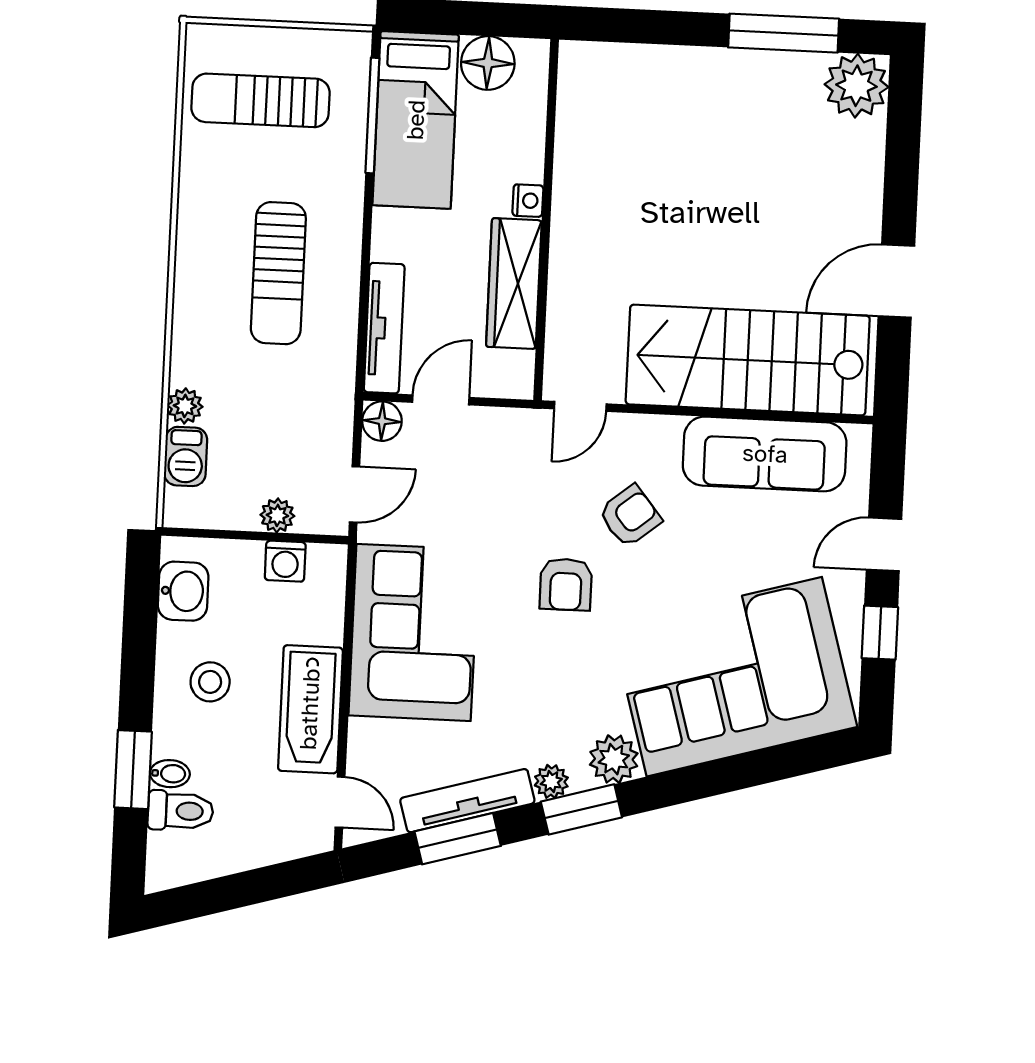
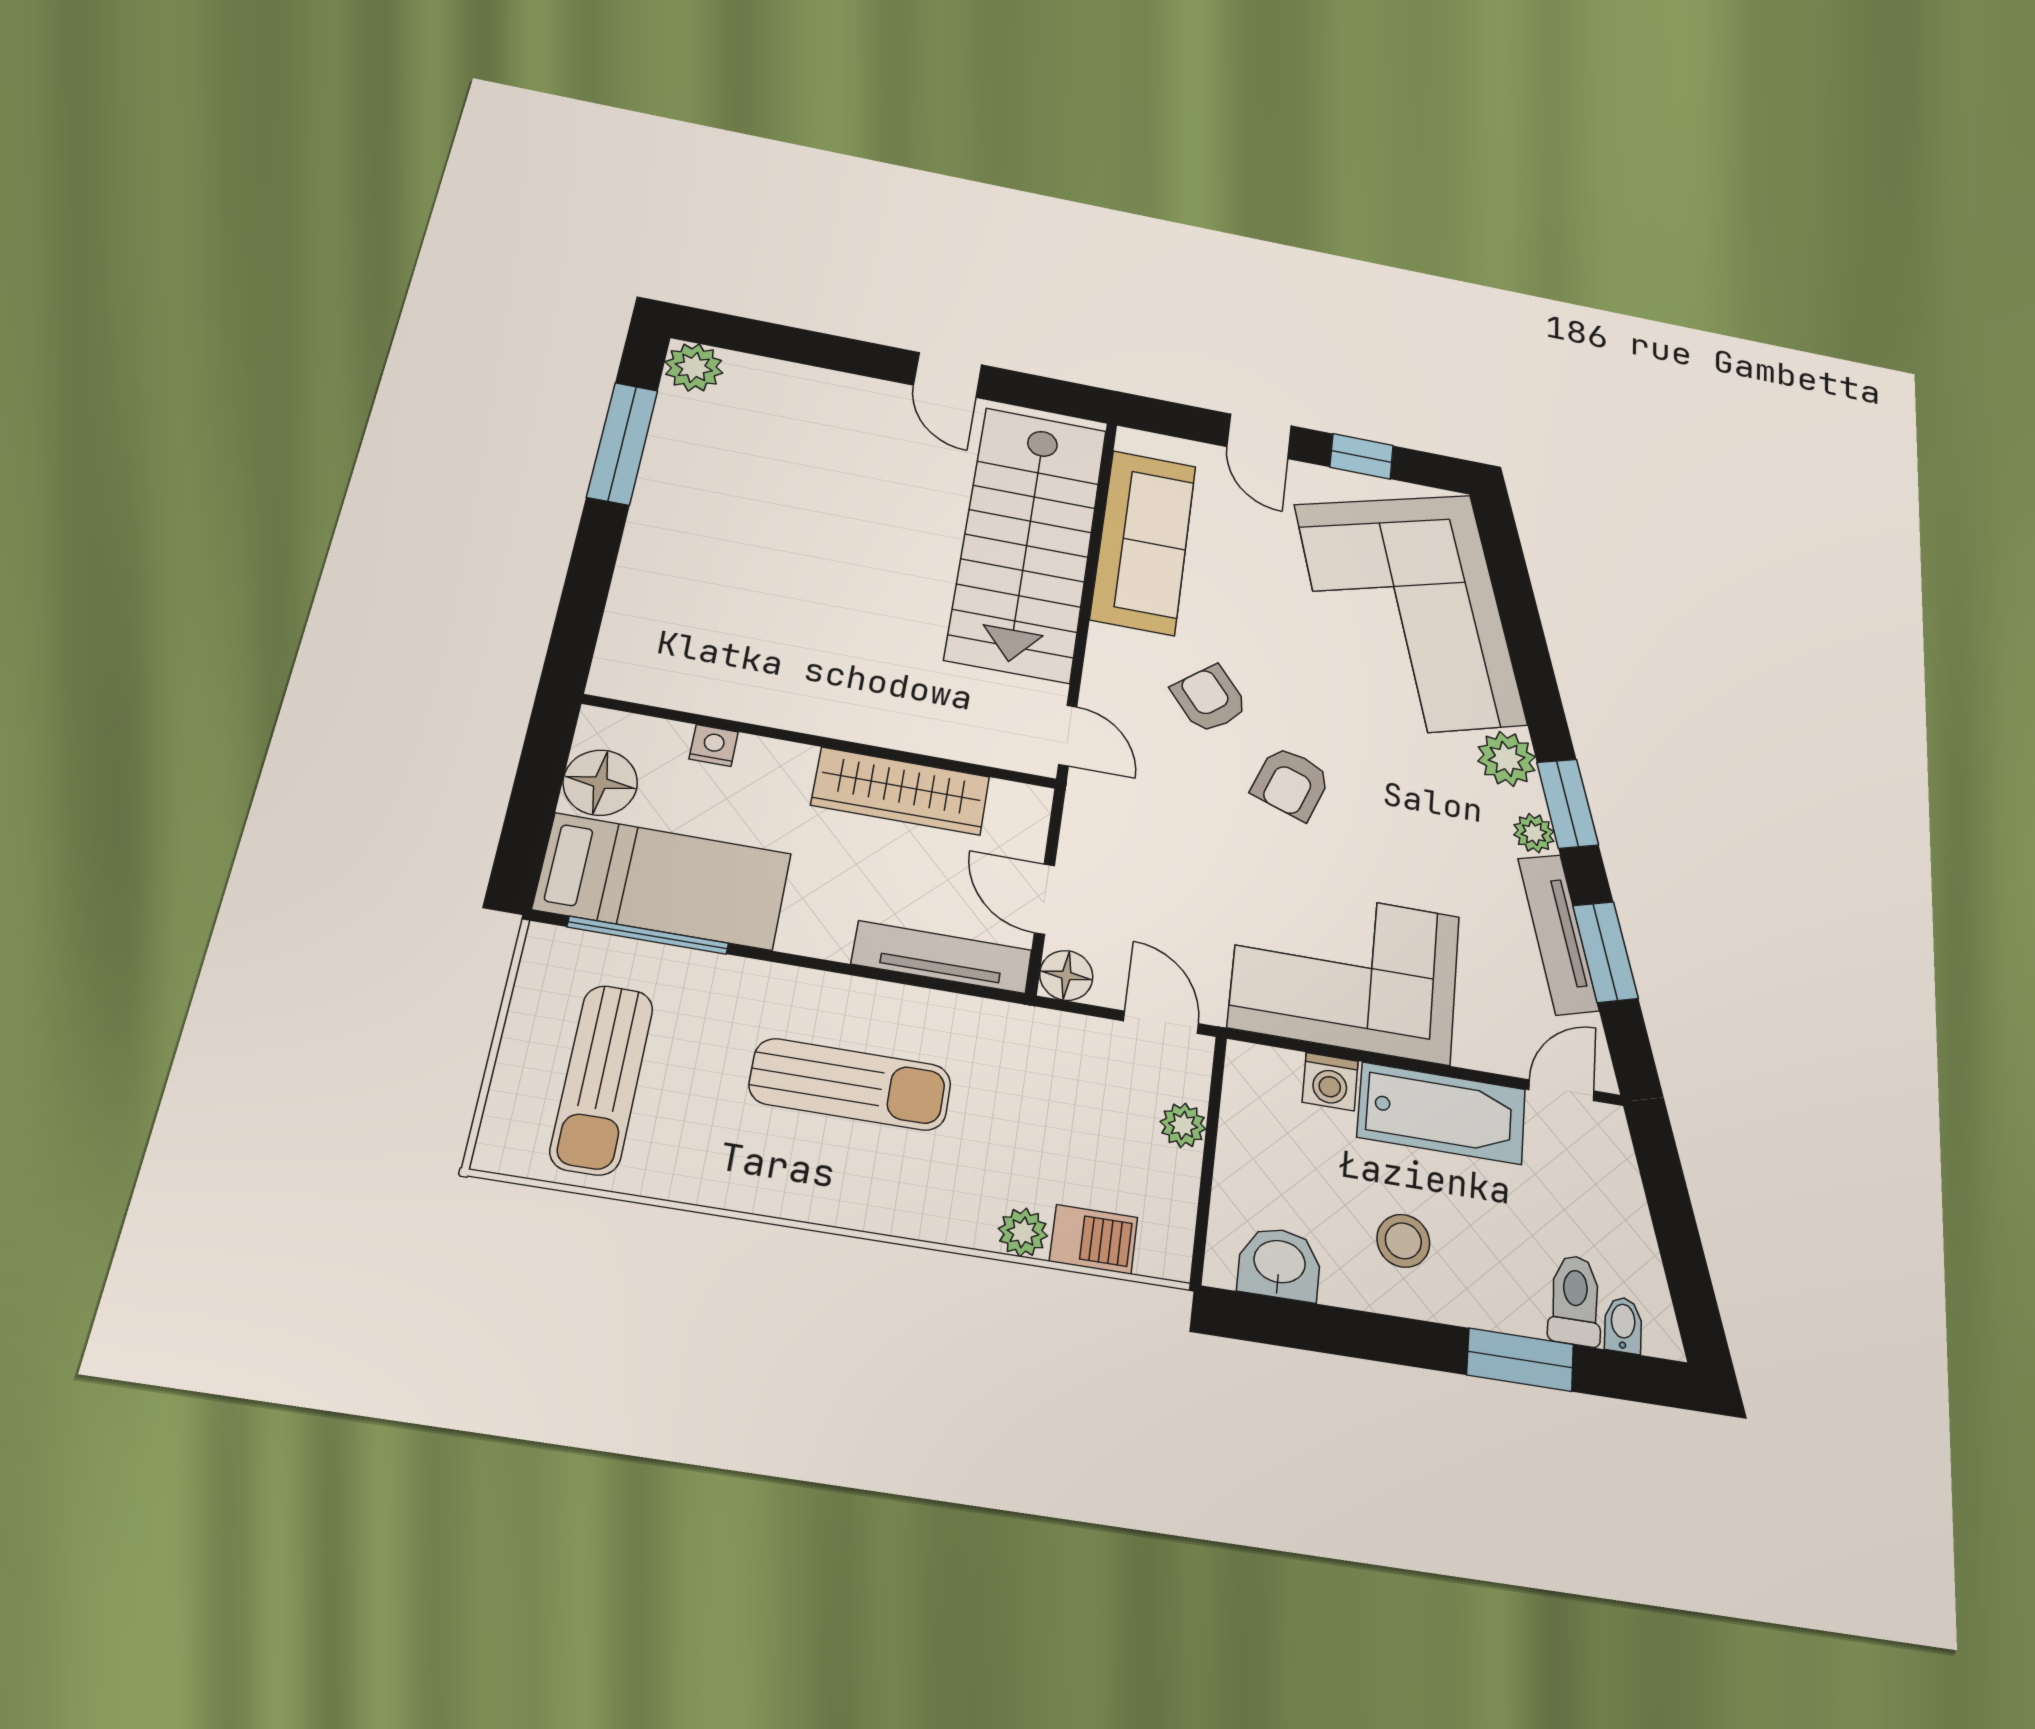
plant: (856, 86) -> (694, 367), width x0.73, depth x0.73
nightstand: (528, 201) -> (714, 745), moved
door: (896, 281) -> (948, 375), width x0.73
washing machine: (285, 561) -> (1330, 1082), moved, turned 90
armchair: (566, 584) -> (1291, 783), turned 110
bidet: (170, 774) -> (1623, 1325), moved

